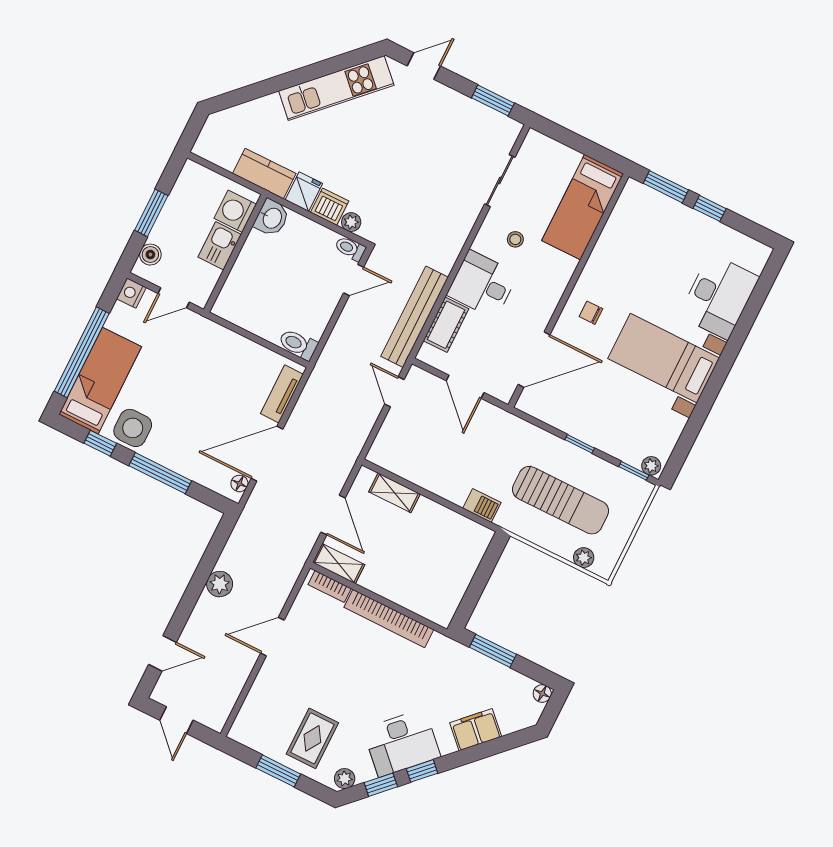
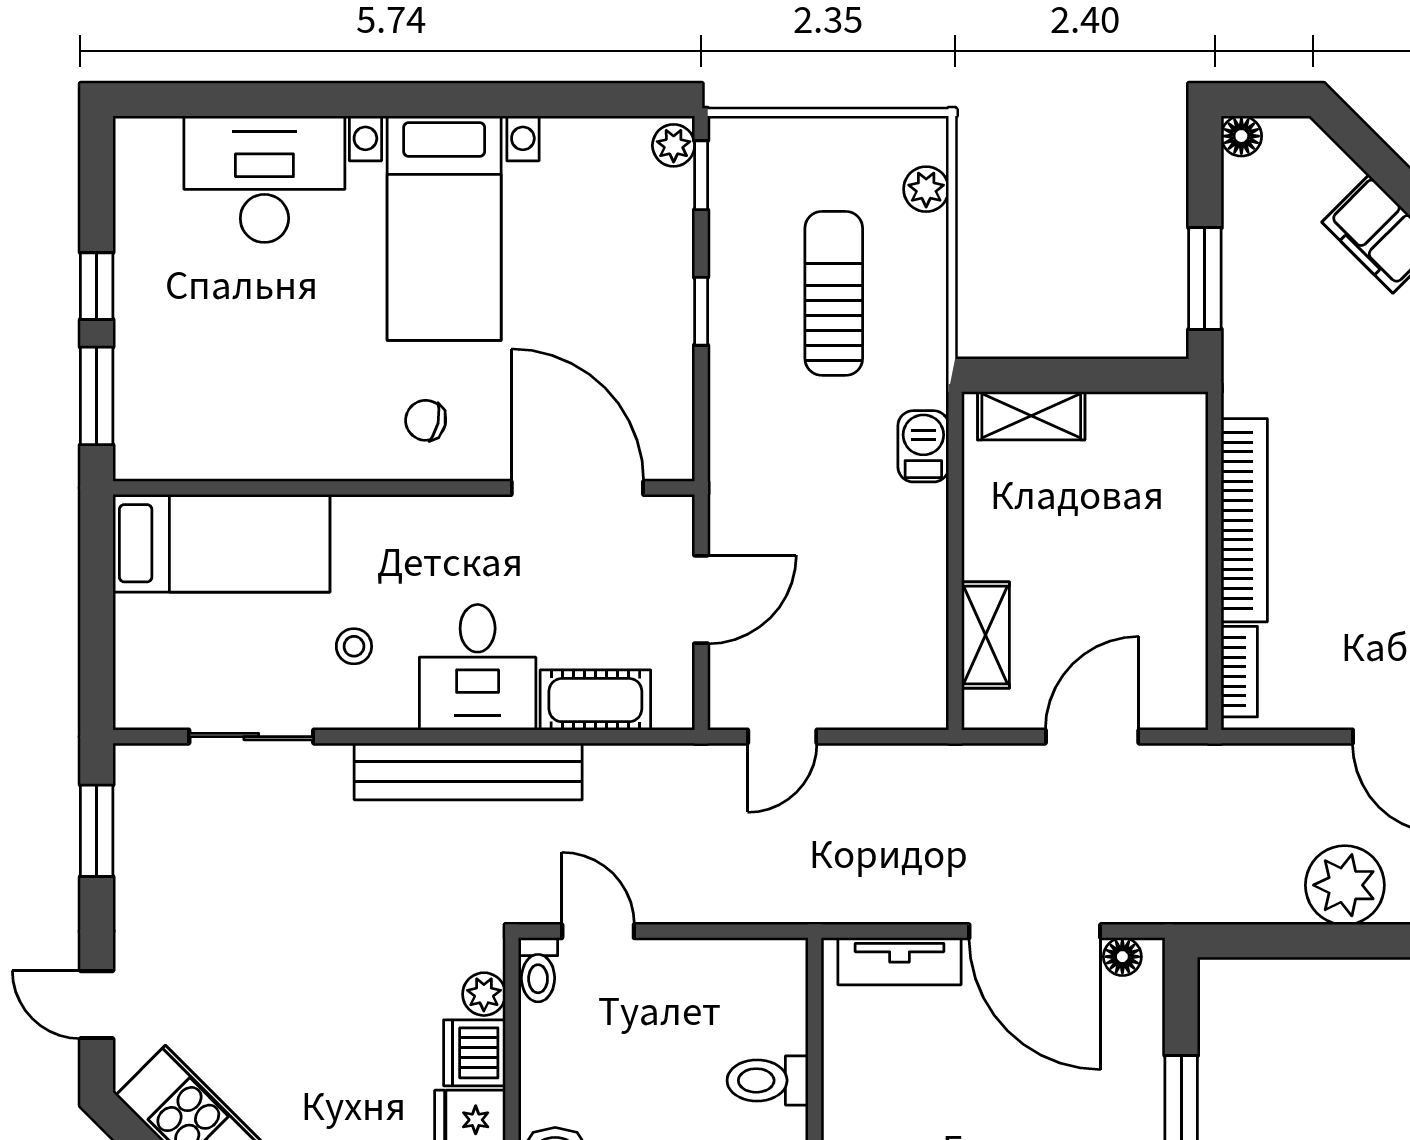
chair: (591, 313) -> (426, 420), turned 103
bench: (415, 317) -> (468, 771), moved
toilet: (298, 344) -> (768, 1080), moved, turned 90
sun lounger: (561, 500) -> (834, 293), width x0.73, depth x0.75
shelving: (339, 564) -> (1031, 416), moved, turned 90
plant: (220, 584) -> (1345, 885), width x1.36, depth x1.36

